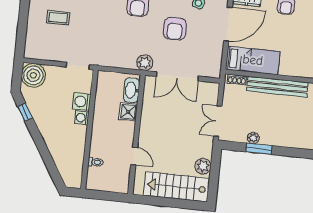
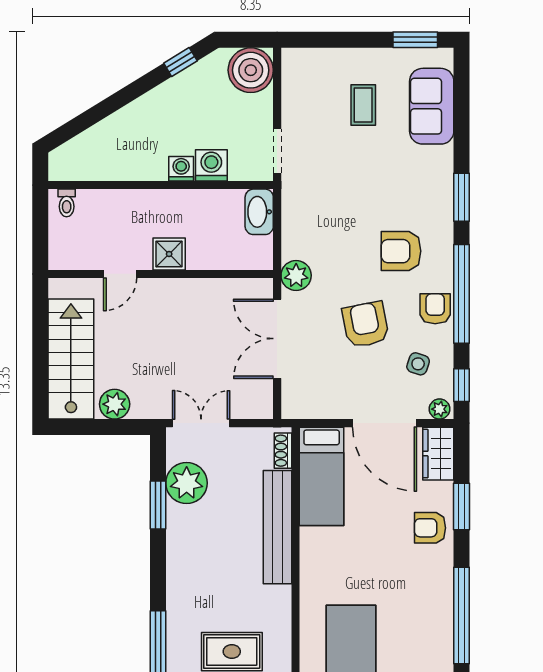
armchair: (175, 29) -> (366, 325), turned 79
washbasin: (132, 90) -> (259, 212), moved, turned -90
shower: (128, 112) -> (169, 254), moved
plant: (253, 138) -> (187, 483), width x1.88, depth x1.88
toilet: (95, 162) -> (67, 203), moved

